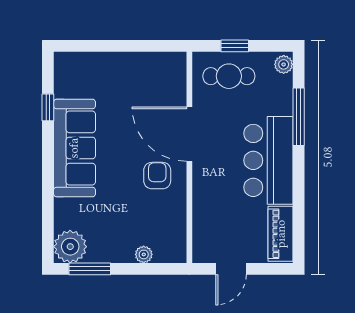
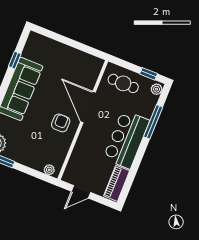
window: (235, 46) -> (148, 74), moved
plant: (144, 254) -> (49, 170), moved

